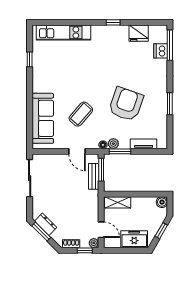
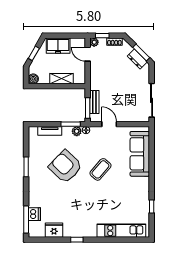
armchair: (126, 104) -> (65, 167), turned 115
coffee table: (81, 114) -> (100, 169), moved
shelving: (118, 202) -> (62, 79), moved

